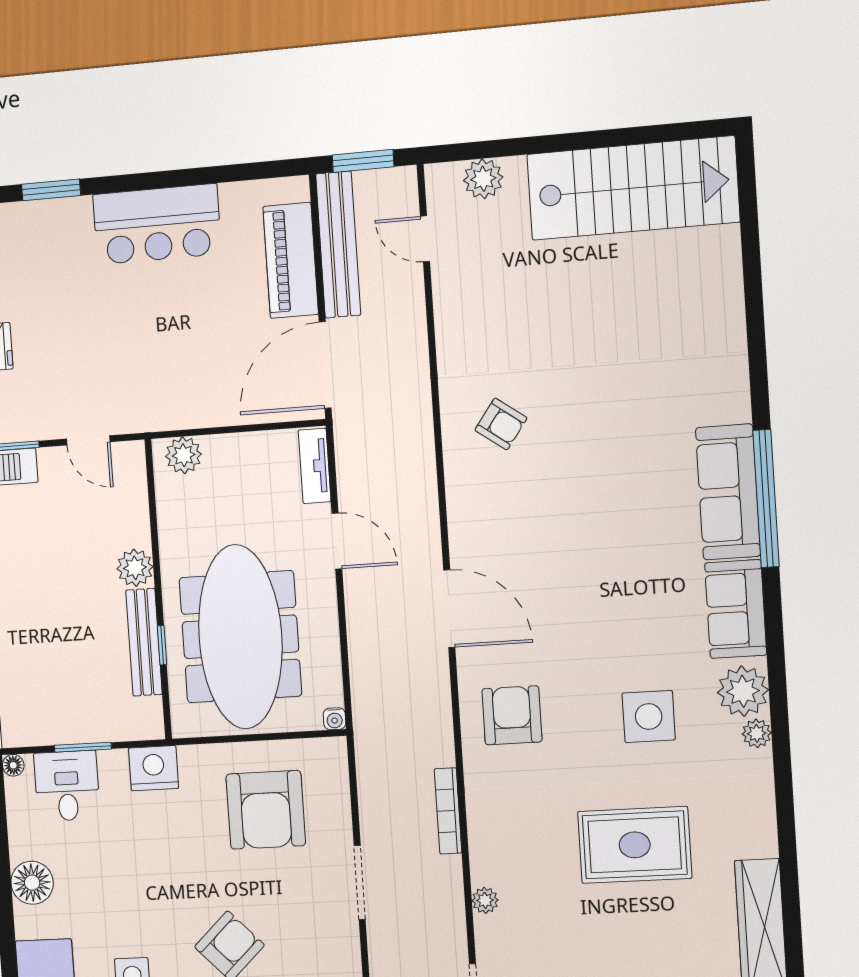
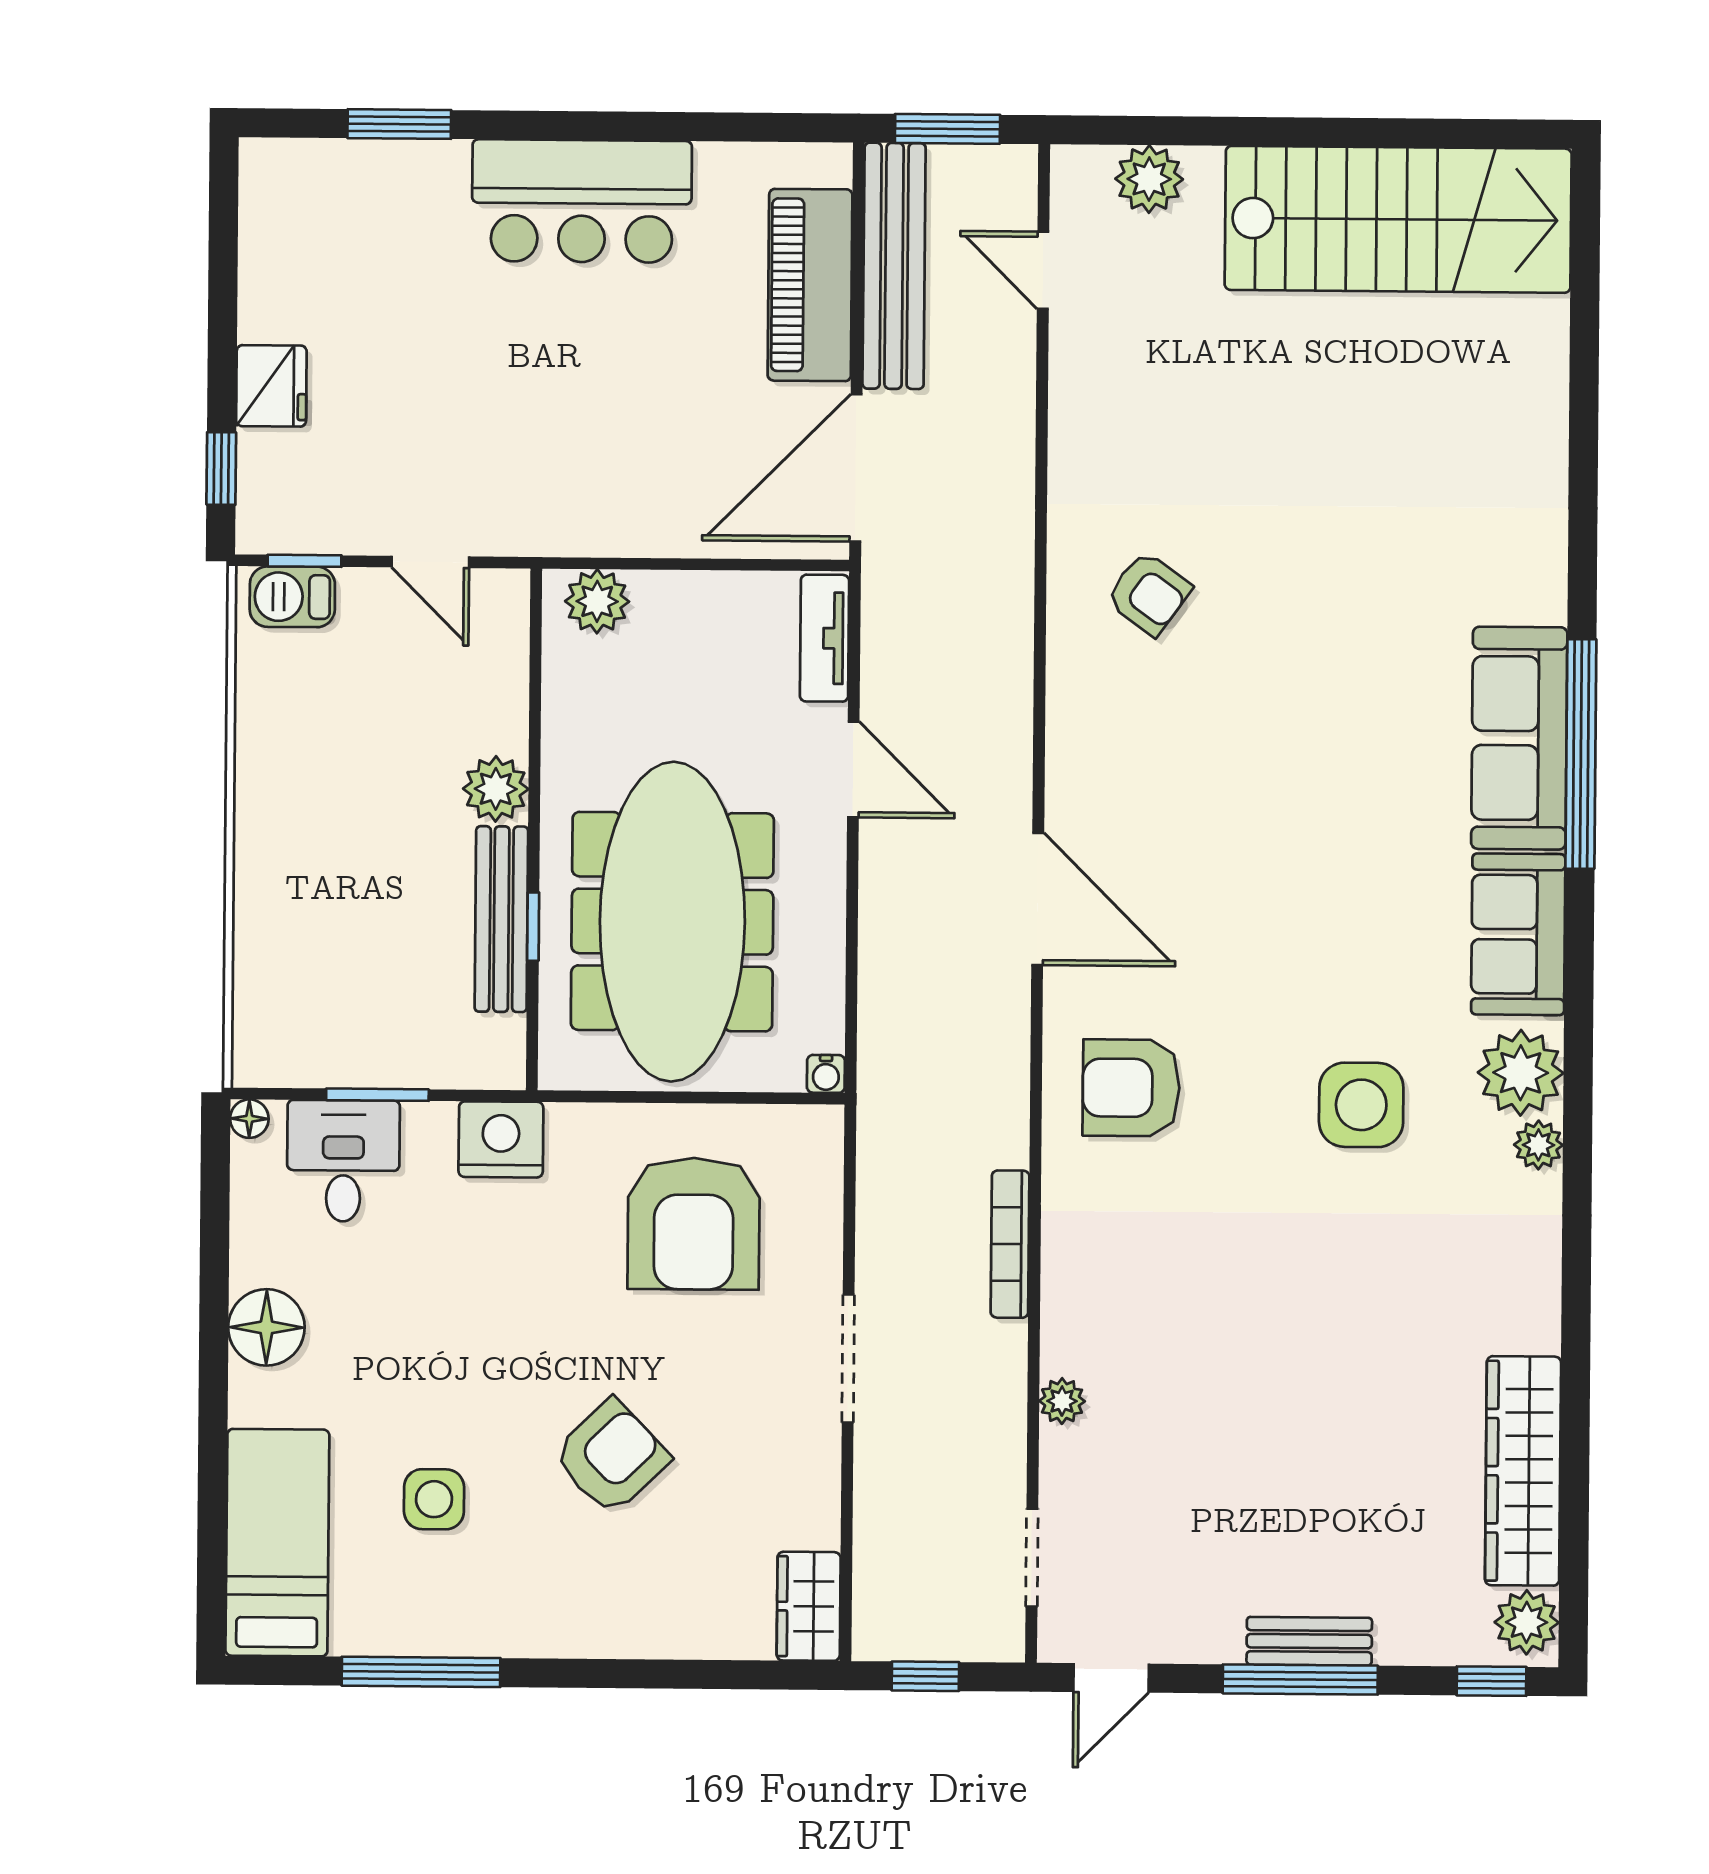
armchair: (512, 715) -> (1131, 1088), turned -90
rug: (635, 845) -> (1322, 1320), removed

